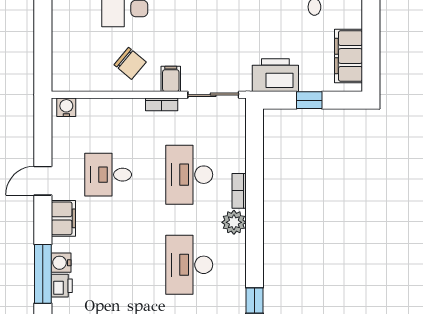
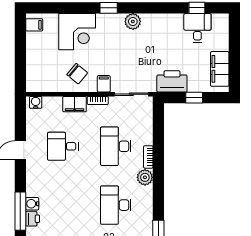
filing cabinet: (63, 218) -> (75, 104), moved, turned 90

